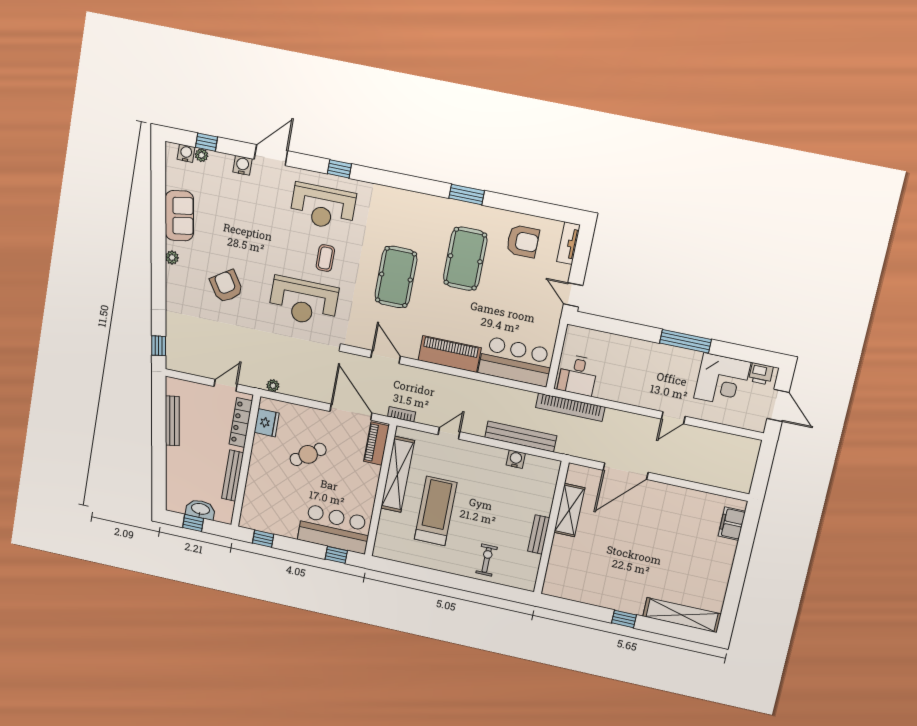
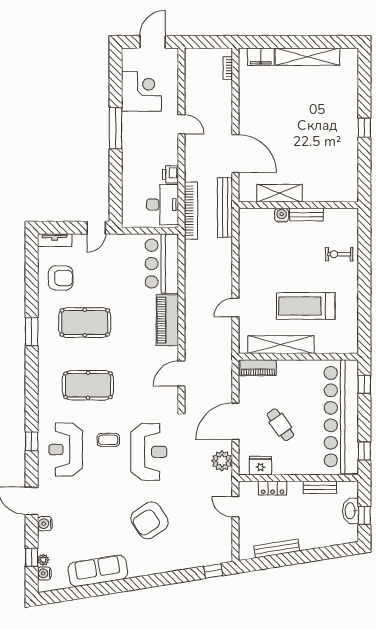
reception desk: (323, 207) -> (66, 450), turned 180
sofa: (179, 216) -> (98, 571), width x1.36
armchair: (523, 241) -> (61, 278), turned 90
plant: (172, 257) -> (135, 571), removed
pool table: (396, 277) -> (88, 385), moved
armchair: (226, 286) -> (150, 520), width x1.36, depth x1.36
printer: (761, 374) -> (171, 174), moved, turned 180
desk: (578, 375) -> (163, 205), width x1.37
plant: (273, 386) -> (222, 461), width x1.87, depth x1.87
door: (351, 412) -> (235, 421), moved
bookcase: (402, 414) -> (228, 68), moved
locker: (241, 422) -> (273, 488), width x0.66
door: (449, 433) -> (235, 308), hinge flipped
bench: (521, 437) -> (225, 207), moved
water cooler: (516, 459) -> (282, 215), moved, turned 90
bench: (233, 476) -> (320, 487), width x0.73
bar counter: (334, 529) -> (341, 417), width x1.86
shelving: (682, 615) -> (307, 57), moved, turned 90

